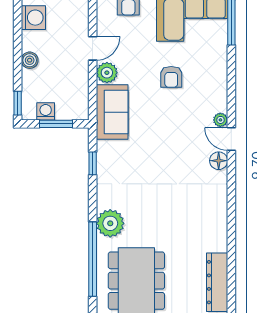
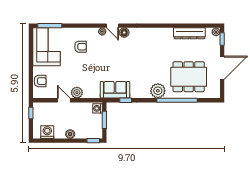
armchair: (171, 77) -> (80, 47), moved
washing machine: (46, 111) -> (98, 108), moved
sofa: (112, 112) -> (115, 90), moved
door: (231, 139) -> (113, 26), hinge flipped

